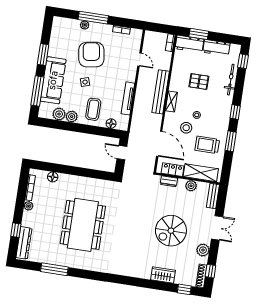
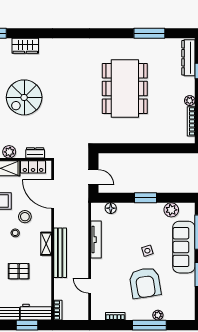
coffee table: (93, 109) -> (133, 221), removed
plant: (72, 117) -> (156, 209), removed
window: (80, 128) -> (145, 198), added
floor lamp: (53, 177) -> (167, 138), removed
spiral stairs: (171, 231) -> (24, 97), turned 180

